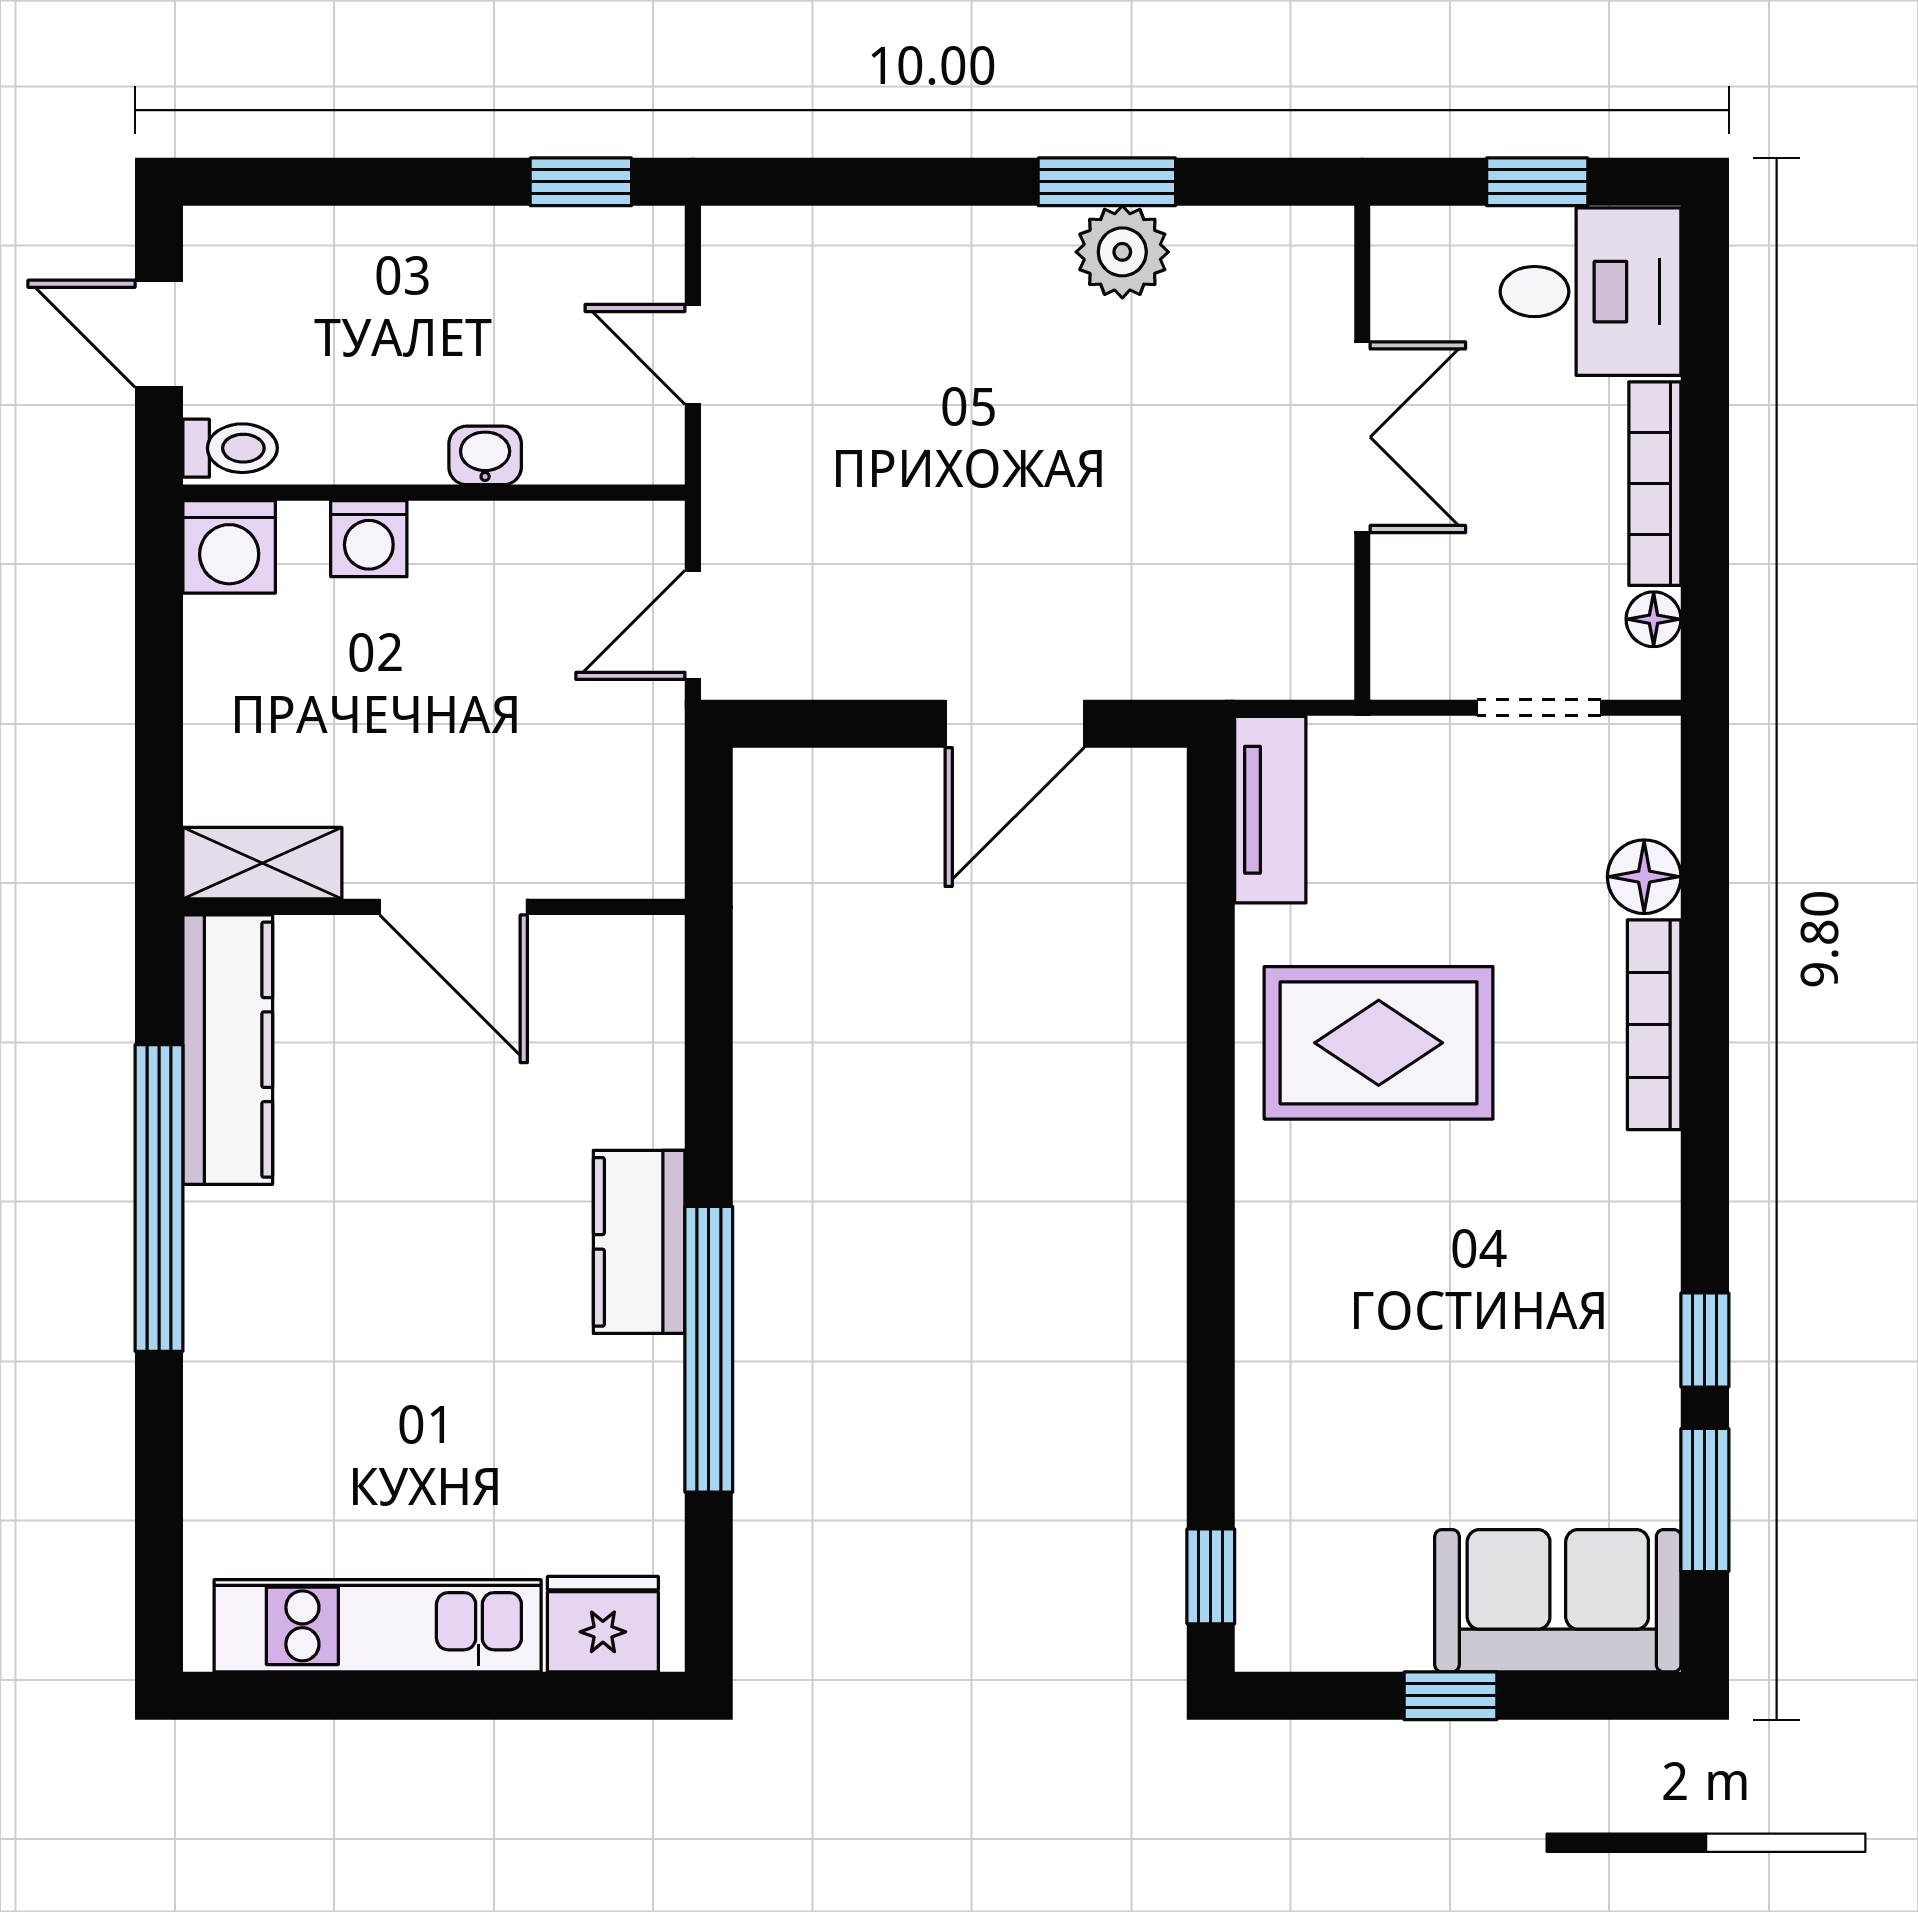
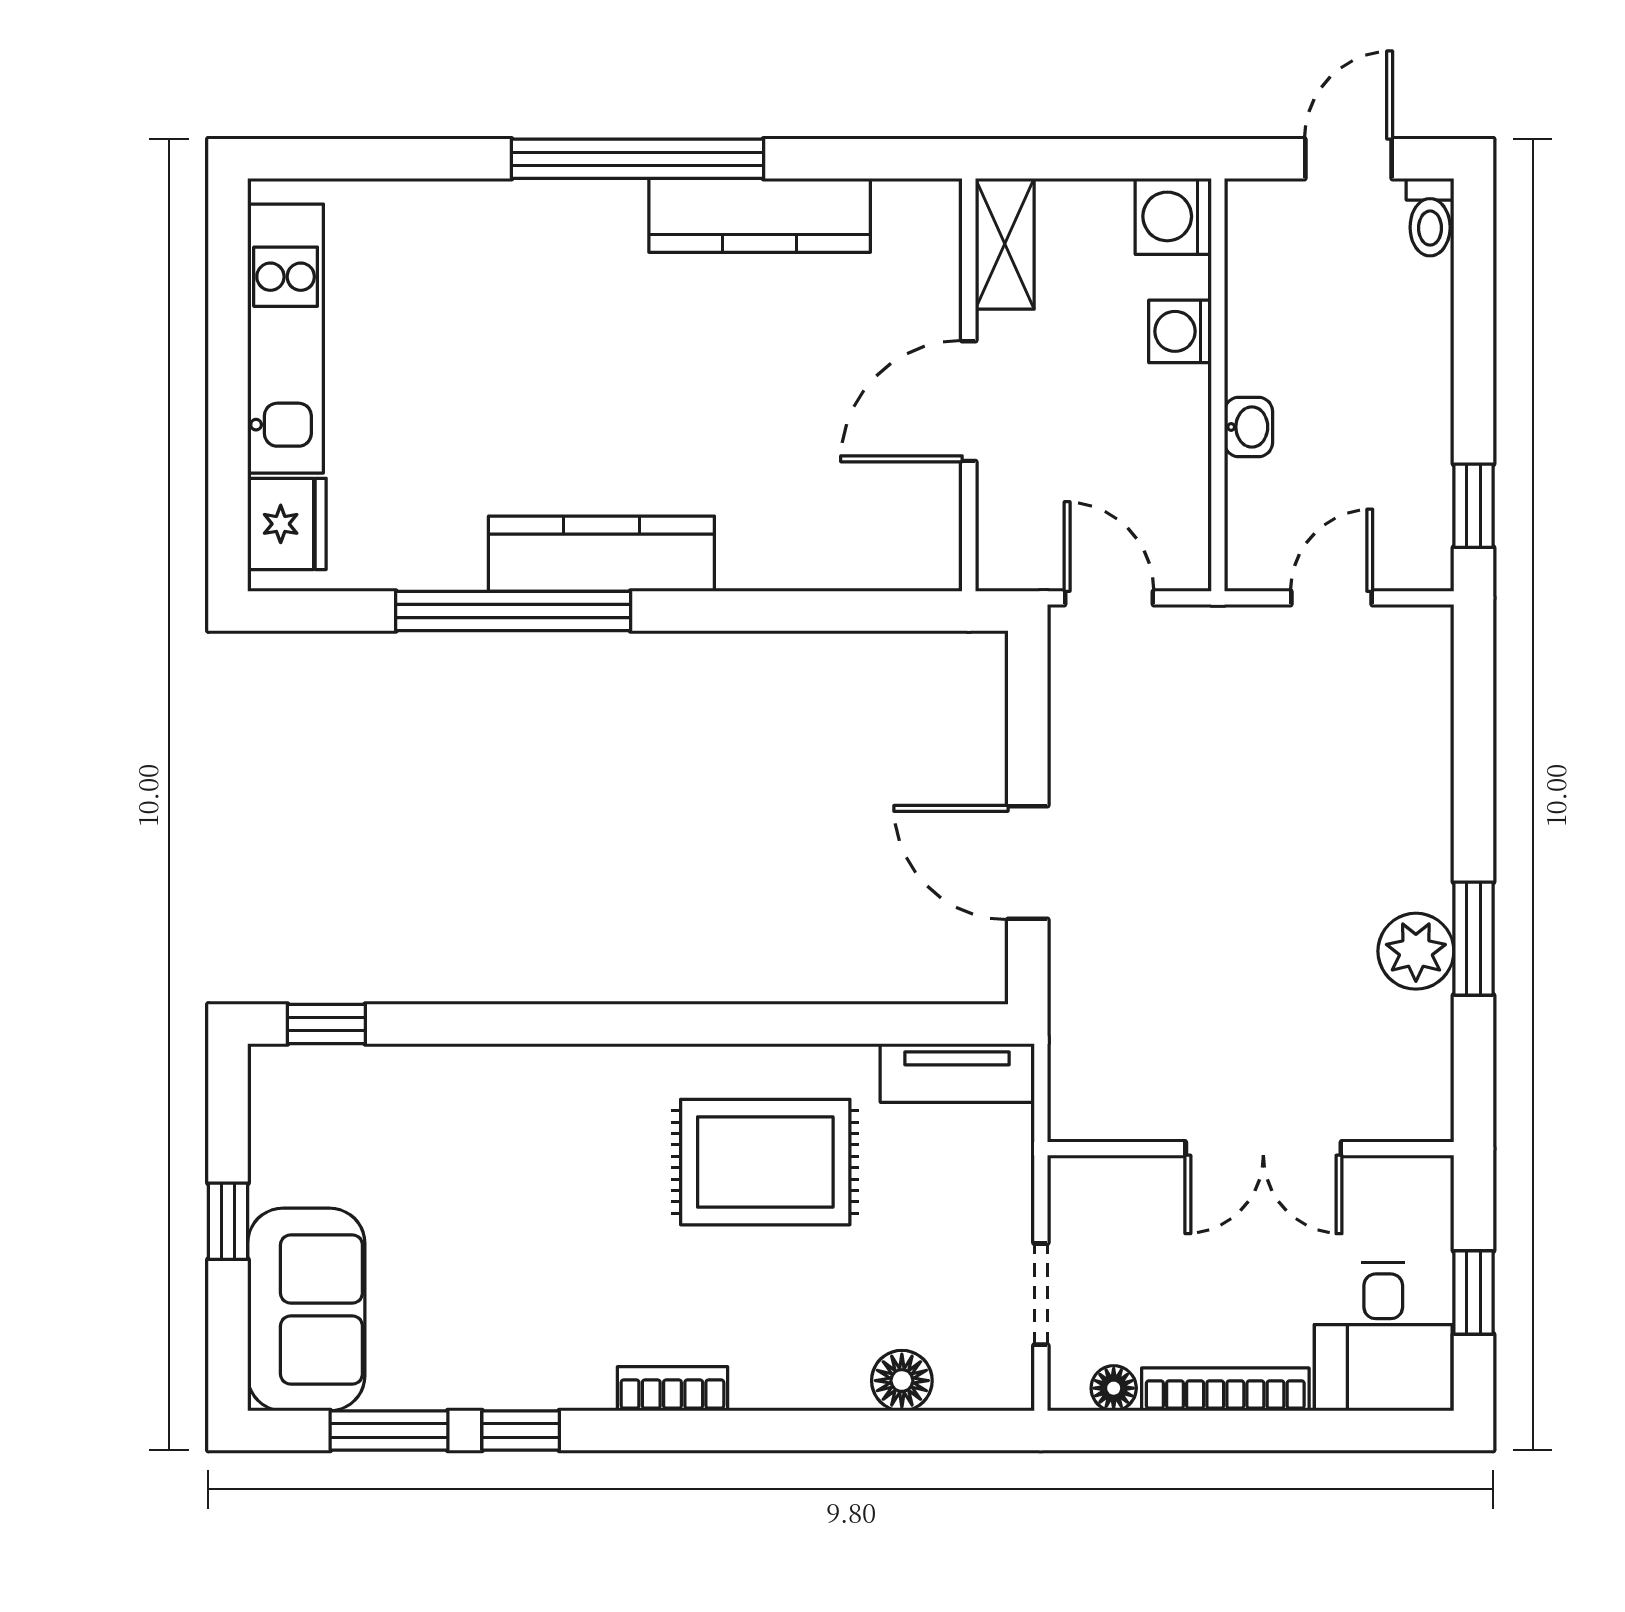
toilet: (230, 448) -> (1430, 217), moved
shelving: (262, 863) -> (1005, 244), moved
wall: (434, 907) -> (969, 385), moved
door: (454, 907) -> (969, 401), moved
bookcase: (1654, 1025) -> (672, 1389), moved, width x0.64
rug: (1379, 1043) -> (765, 1162), turned 90
kitchen counter: (639, 1242) -> (601, 554), width x1.50

